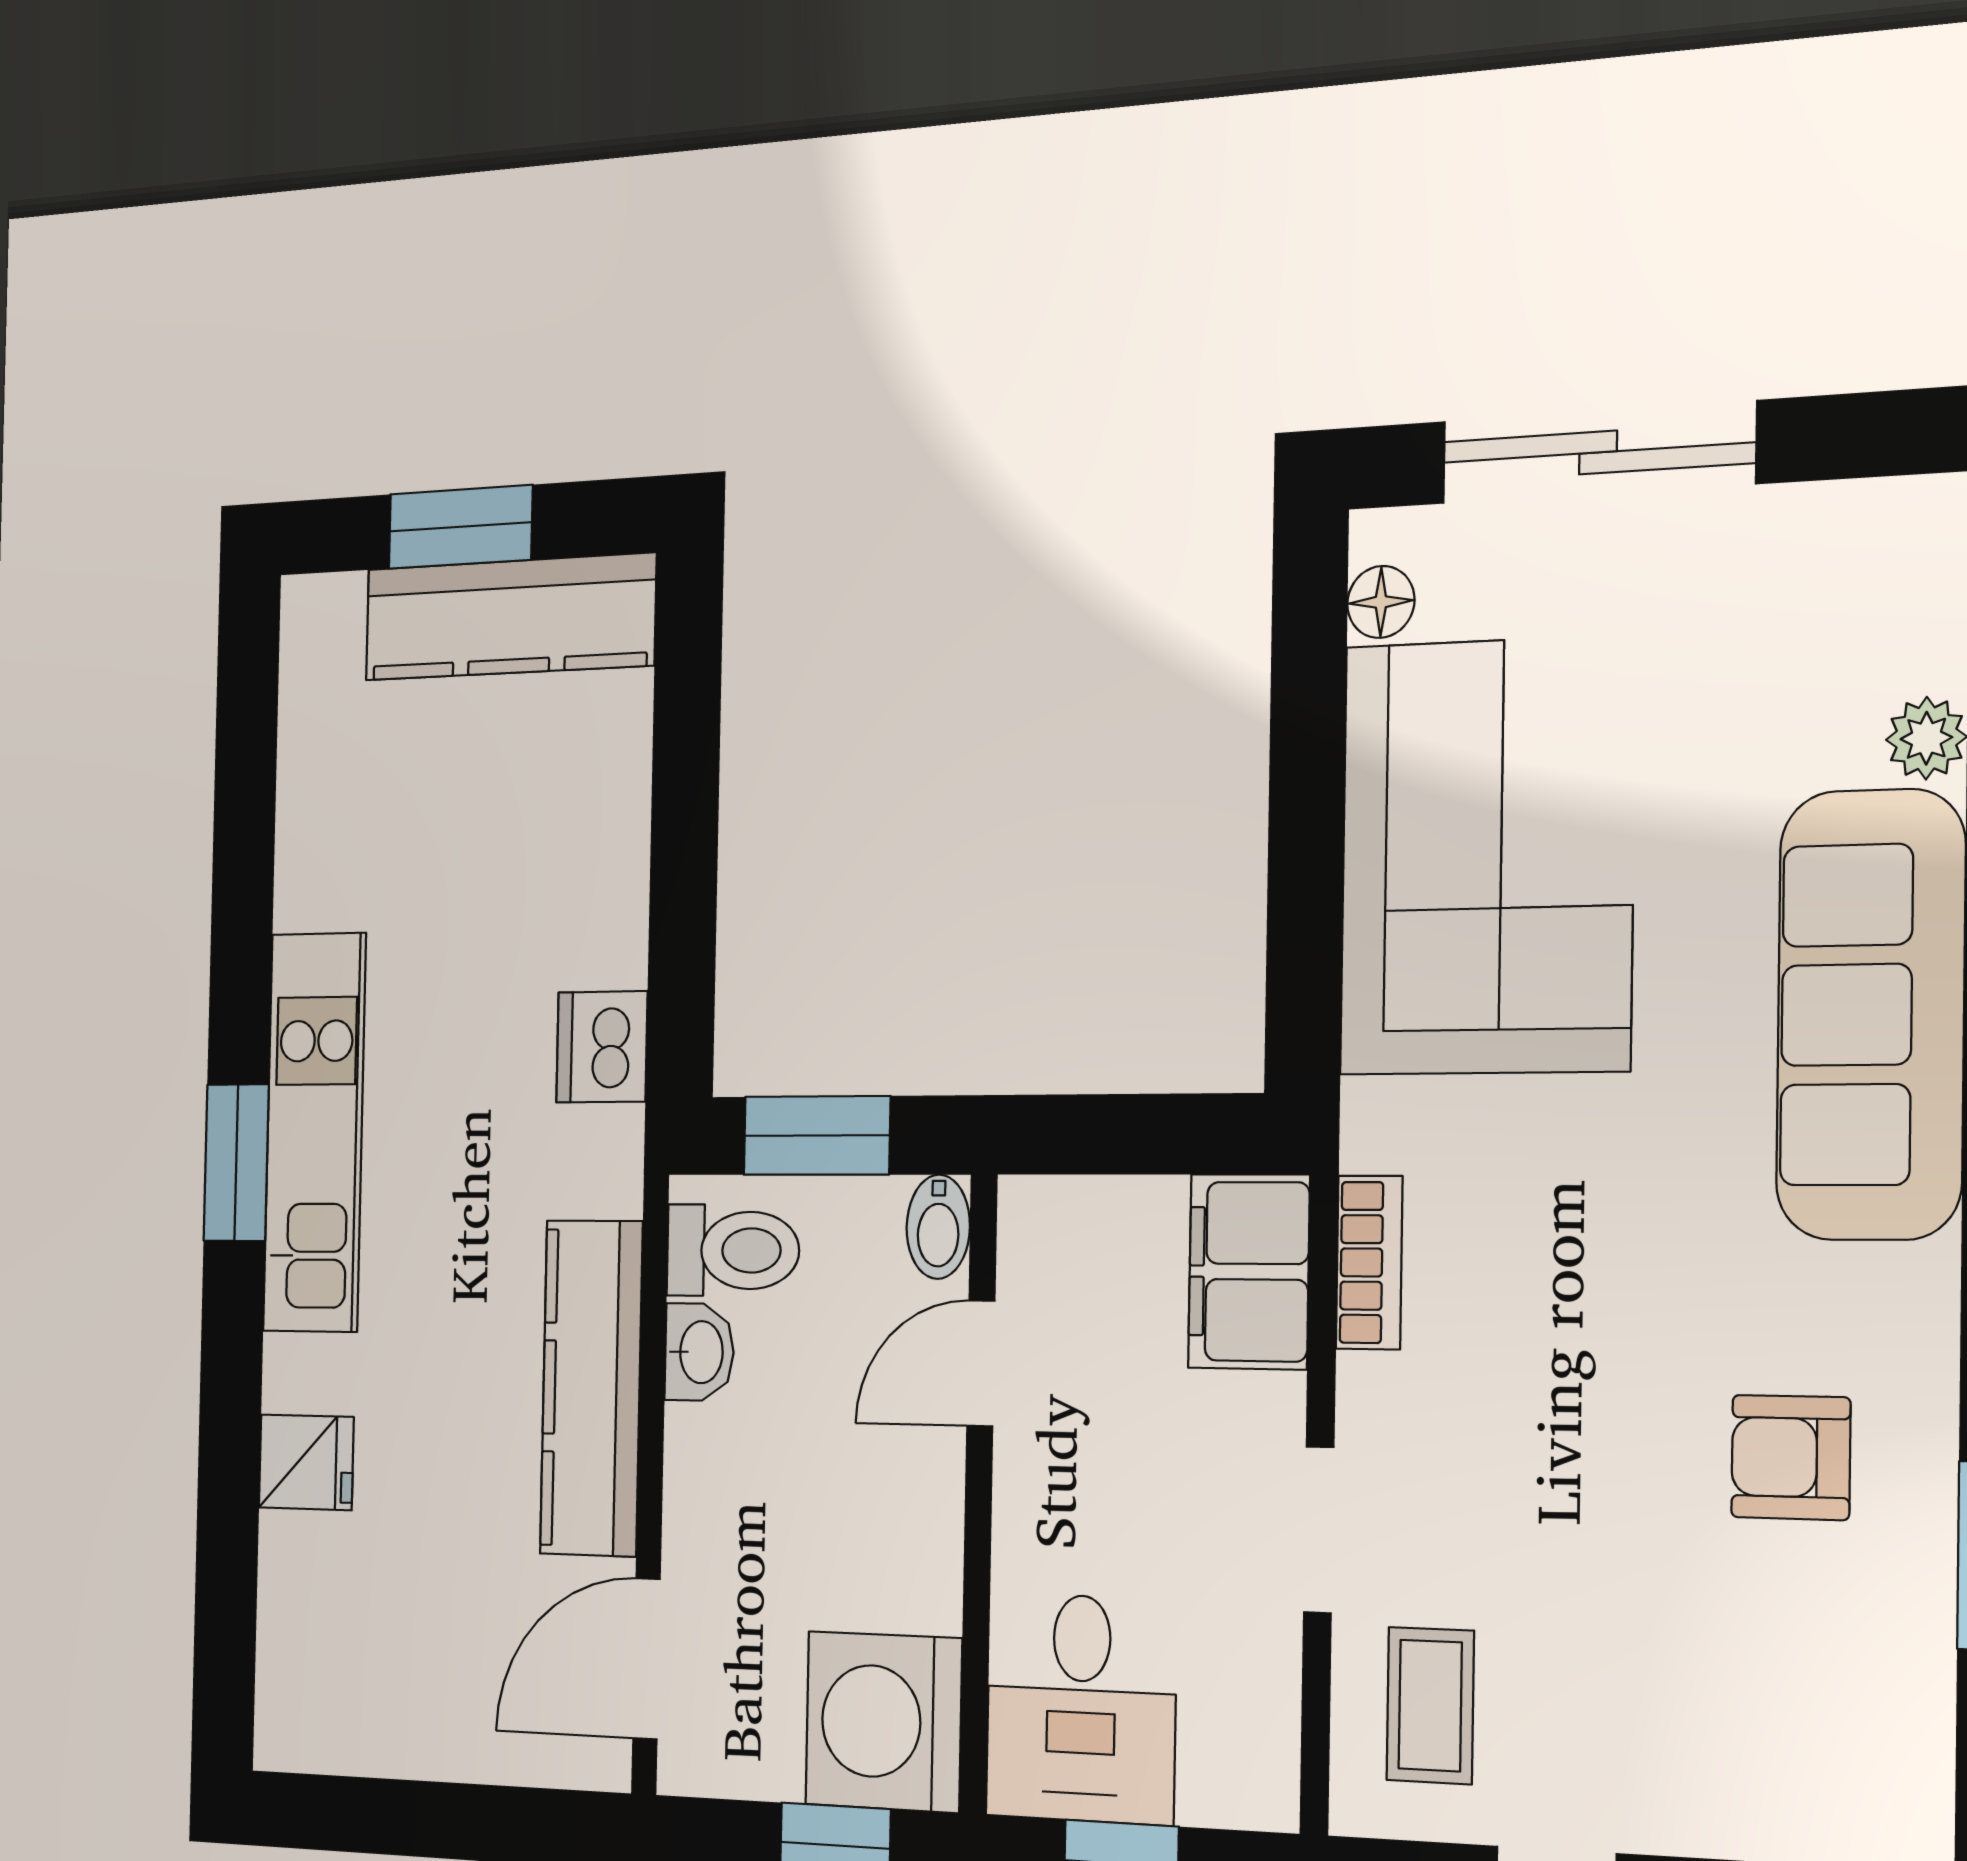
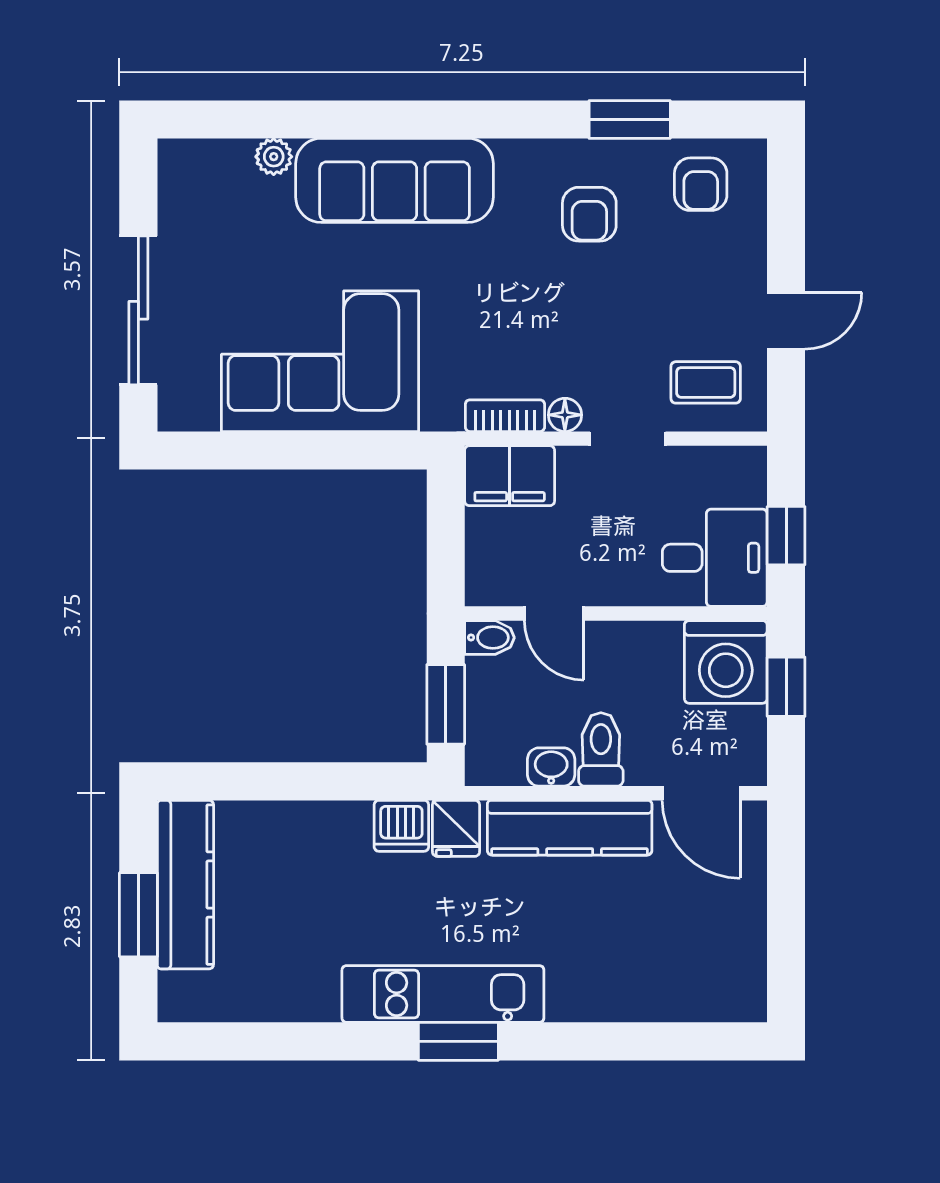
floor lamp: (1381, 602) -> (565, 415), moved
toilet: (733, 1250) -> (601, 749), moved
fridge: (306, 1462) -> (456, 828), moved, turned 180
armchair: (1854, 1714) -> (701, 184), added

